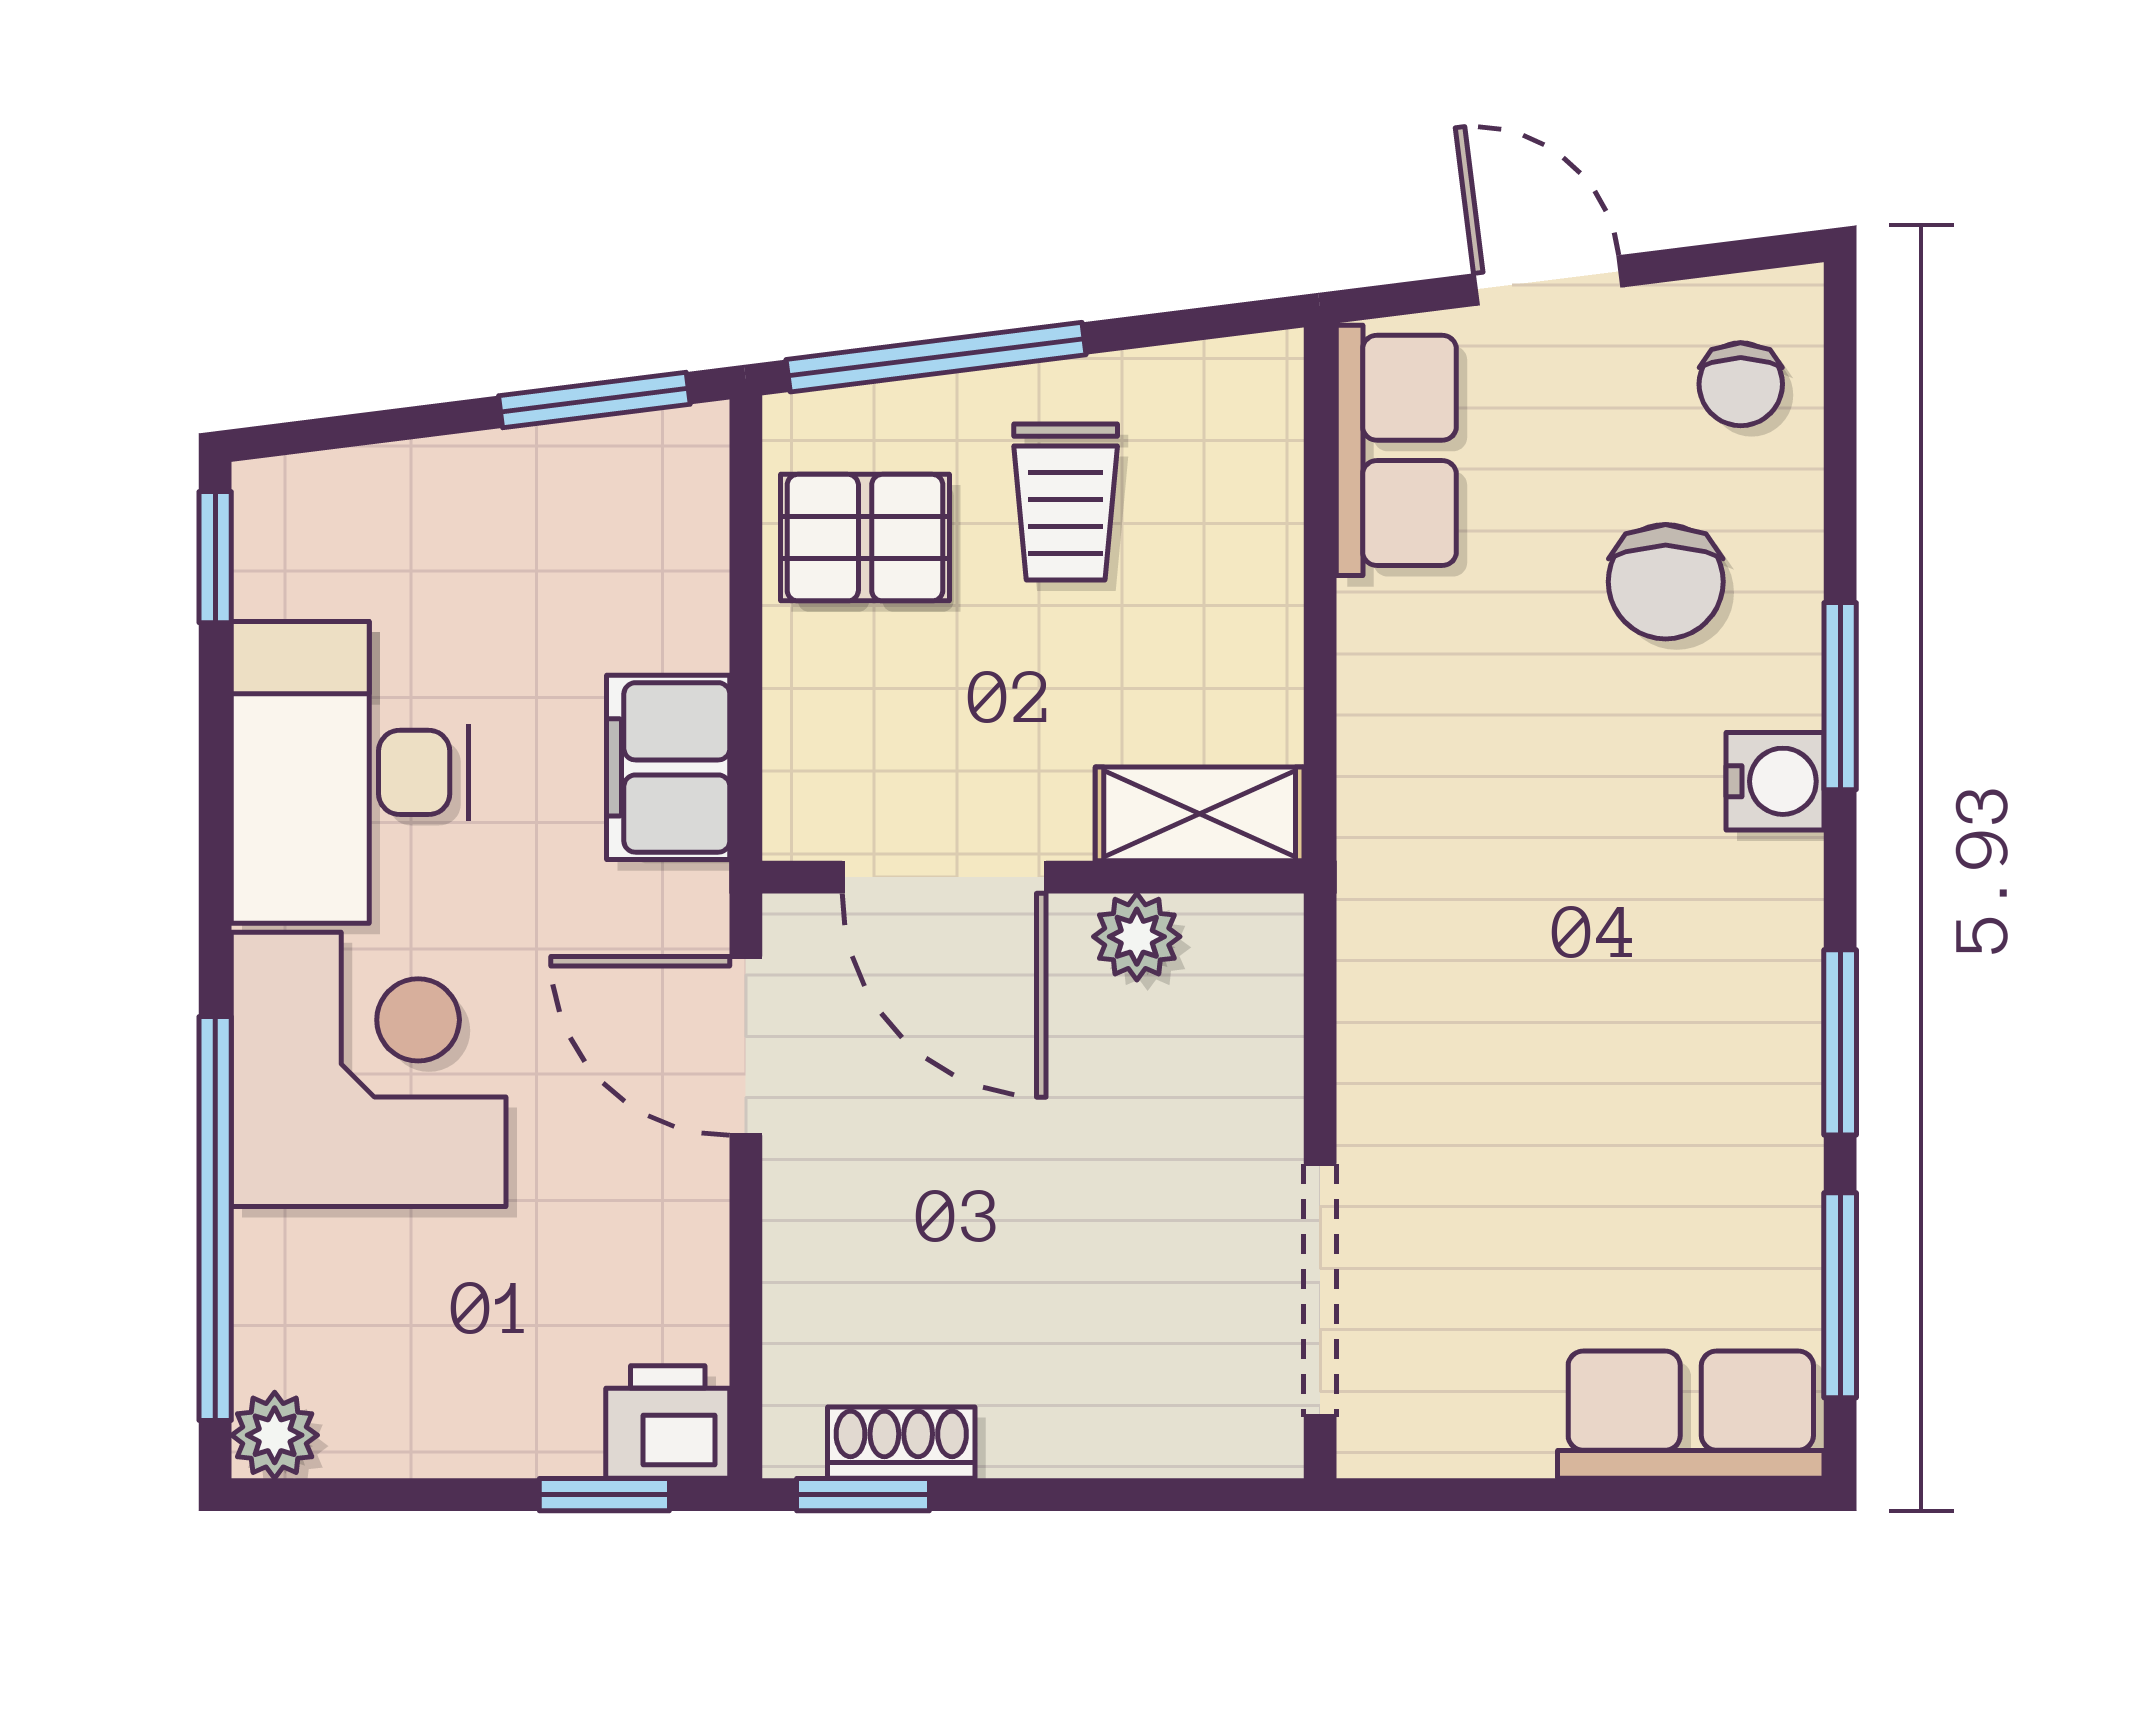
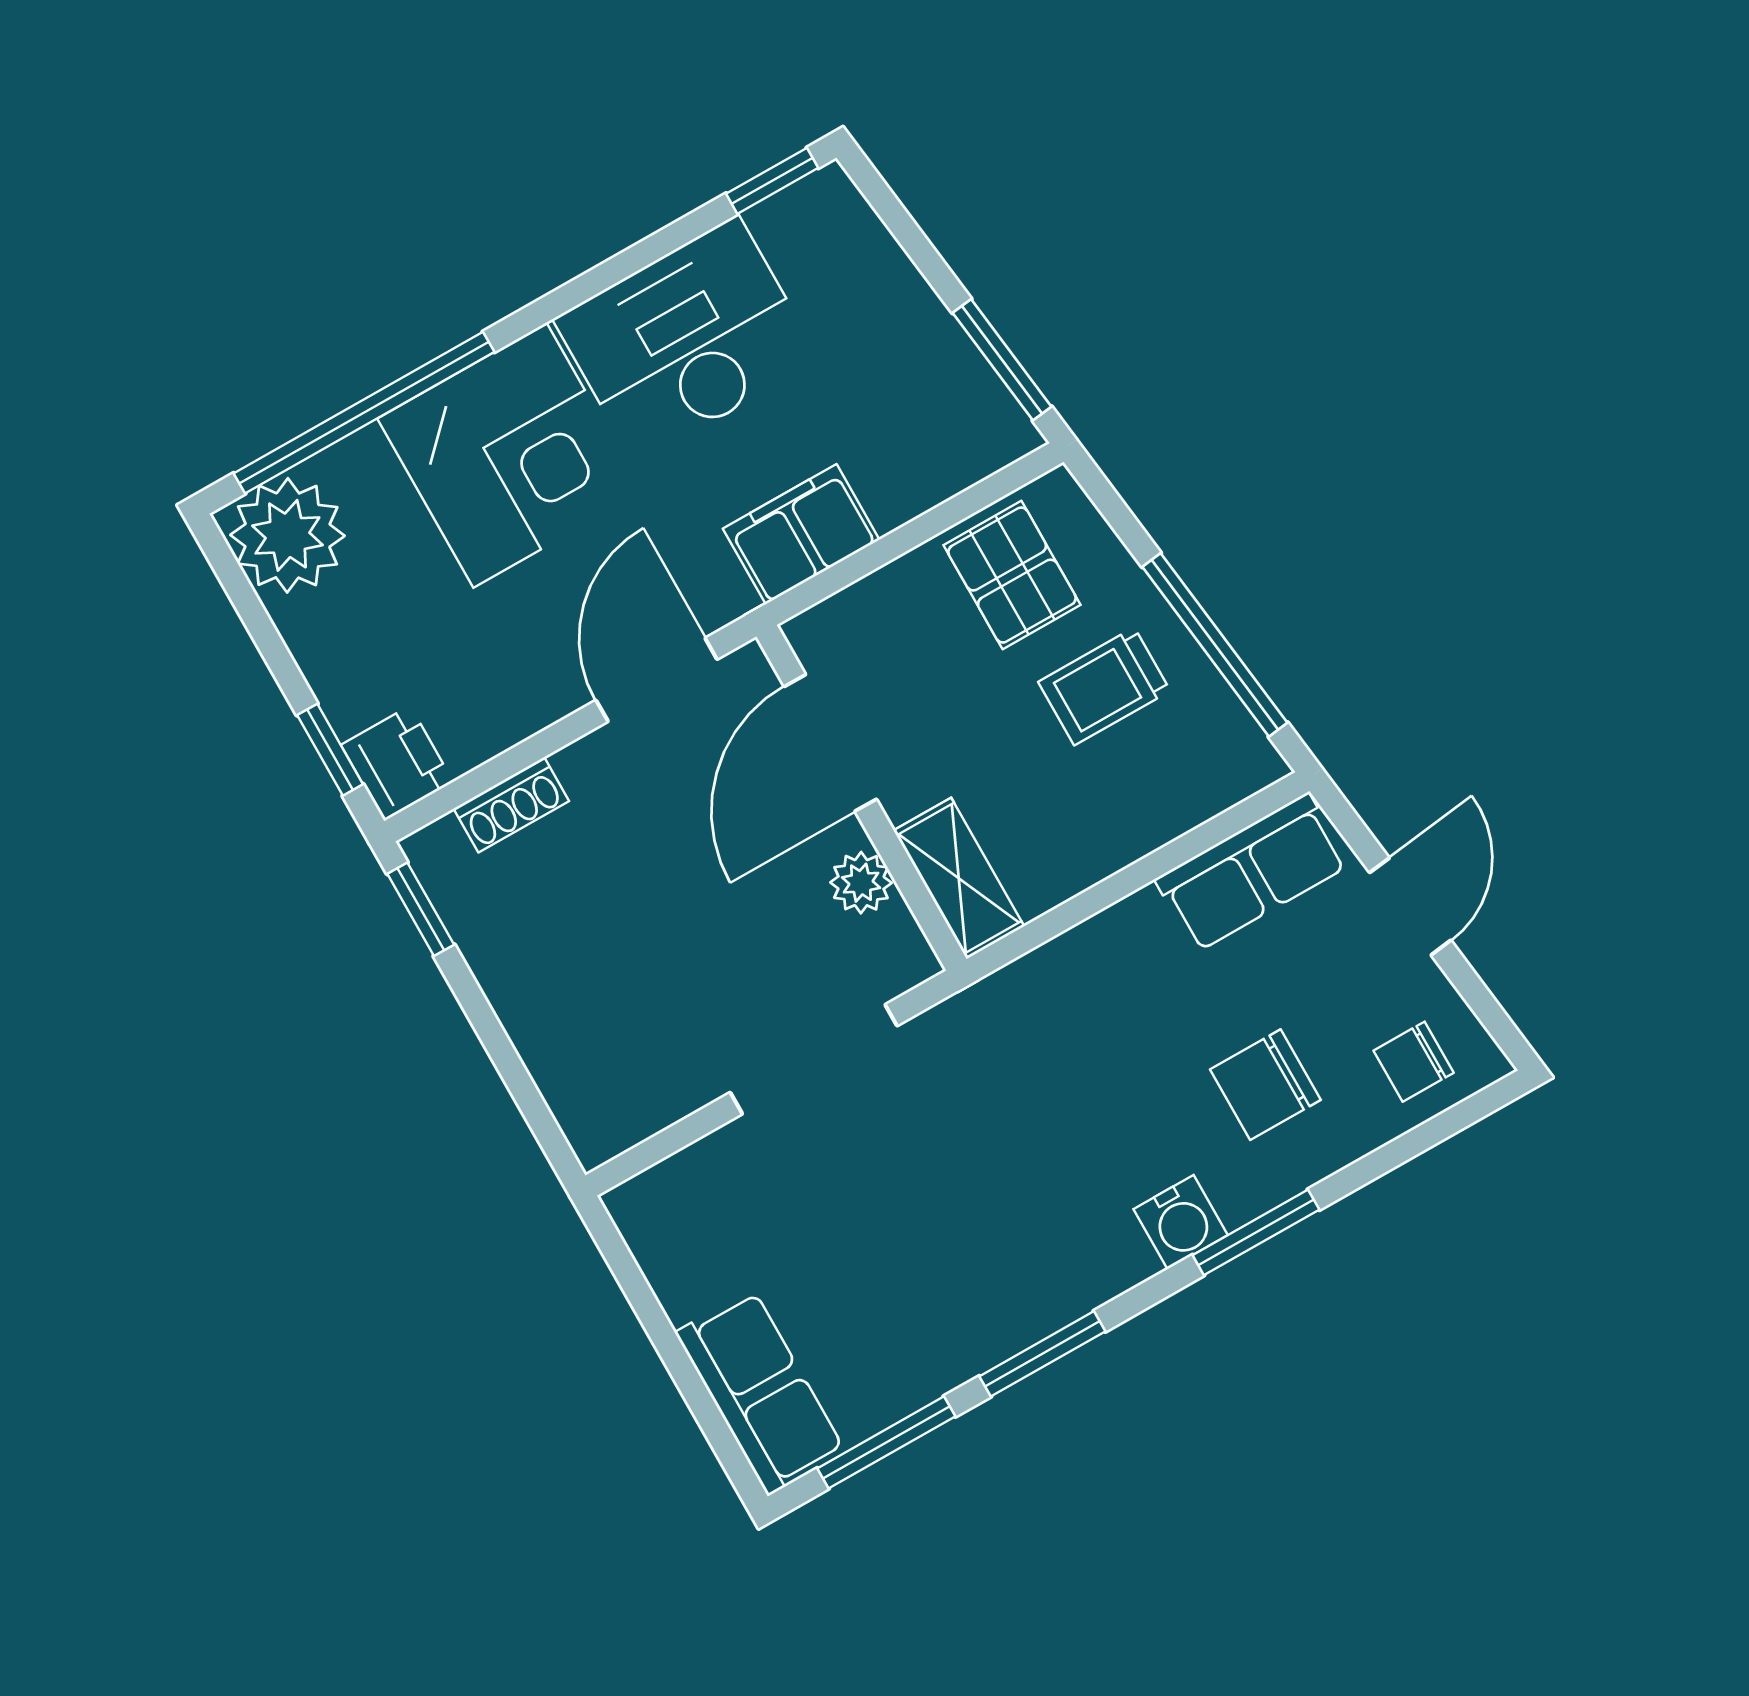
window: (936, 357) -> (1215, 645), moved
doorway: (1320, 1290) -> (814, 1059), moved
plant: (275, 1435) -> (287, 535), width x1.88, depth x1.88
shoe rack: (901, 1443) -> (511, 805), moved, turned 90

